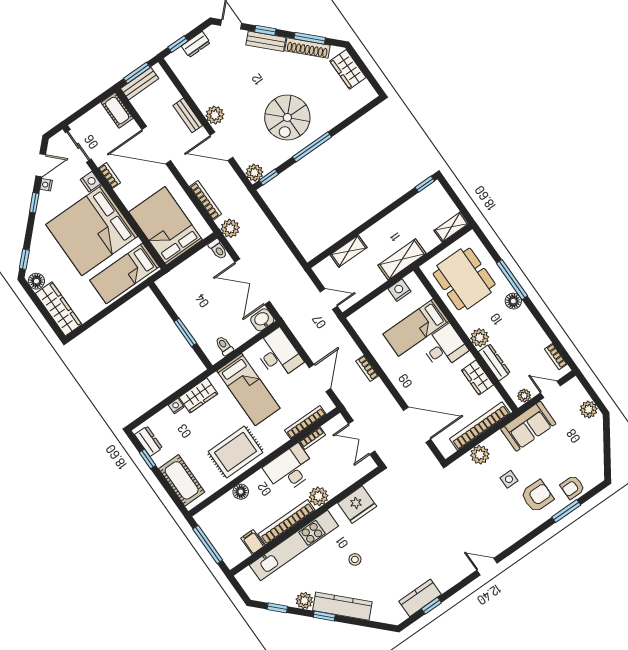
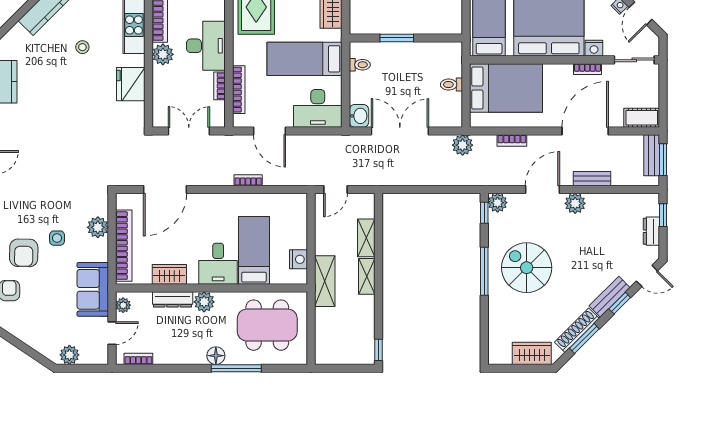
bookcase: (206, 200) -> (512, 141), width x0.64
shelving: (451, 227) -> (367, 276), moved
toilet: (218, 249) -> (451, 85), moved

